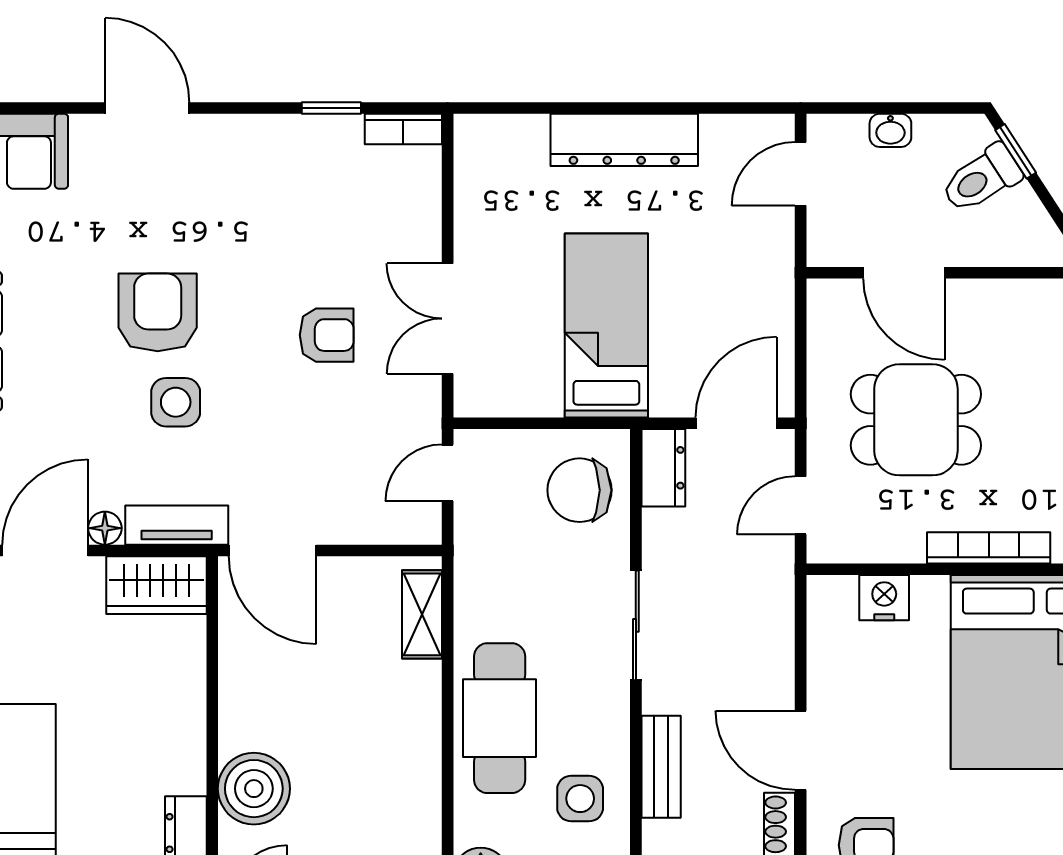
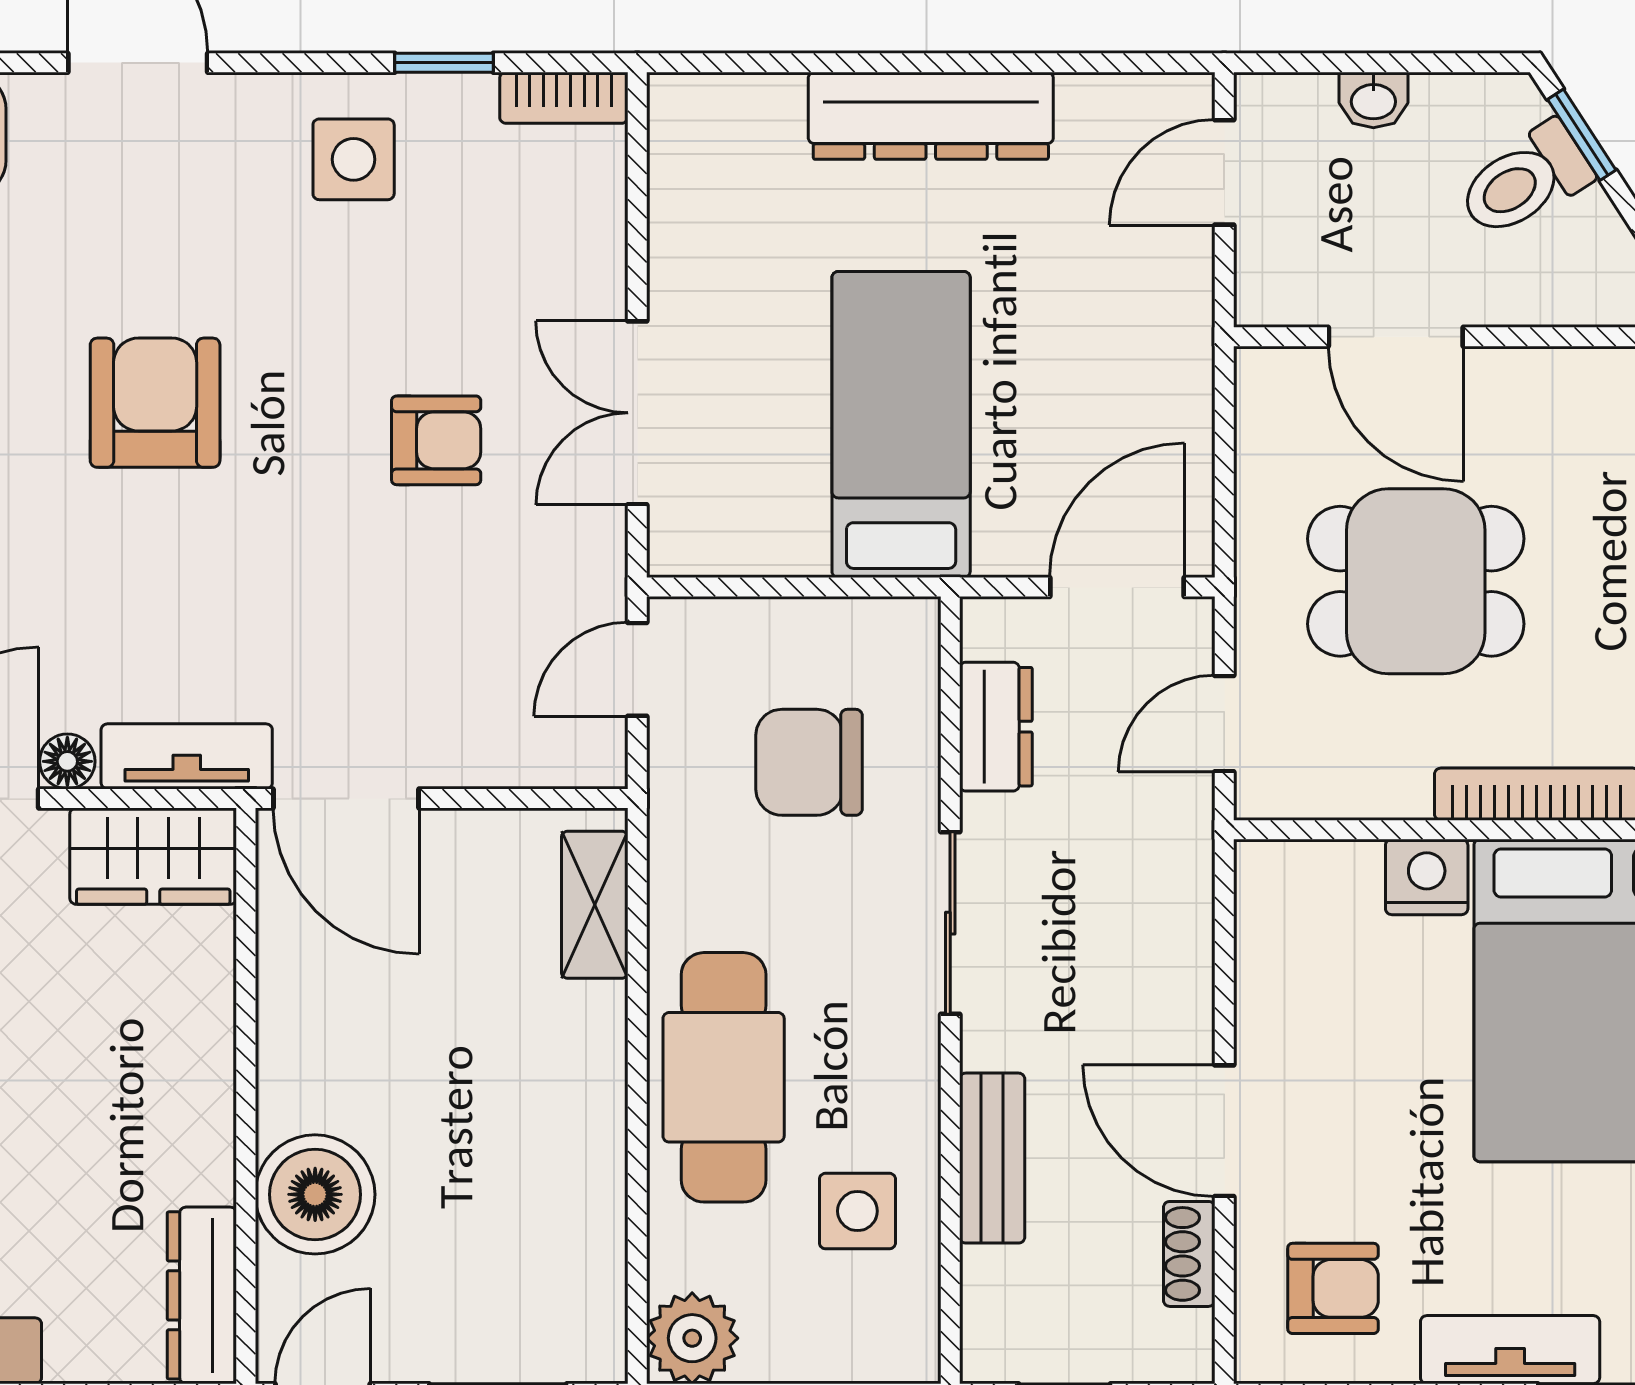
side table: (176, 402) -> (354, 159), moved
dresser: (663, 468) -> (996, 727), moved
chair: (580, 490) -> (809, 762), moved
nightstand: (884, 598) -> (1427, 877), moved

